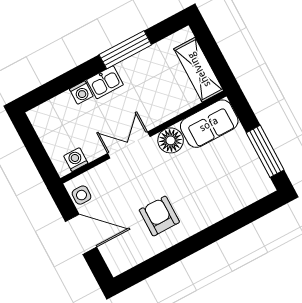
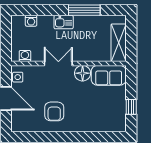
washing machine: (81, 93) -> (31, 21), moved
window: (265, 151) -> (131, 107), width x0.46
armchair: (159, 216) -> (54, 111), turned 180

